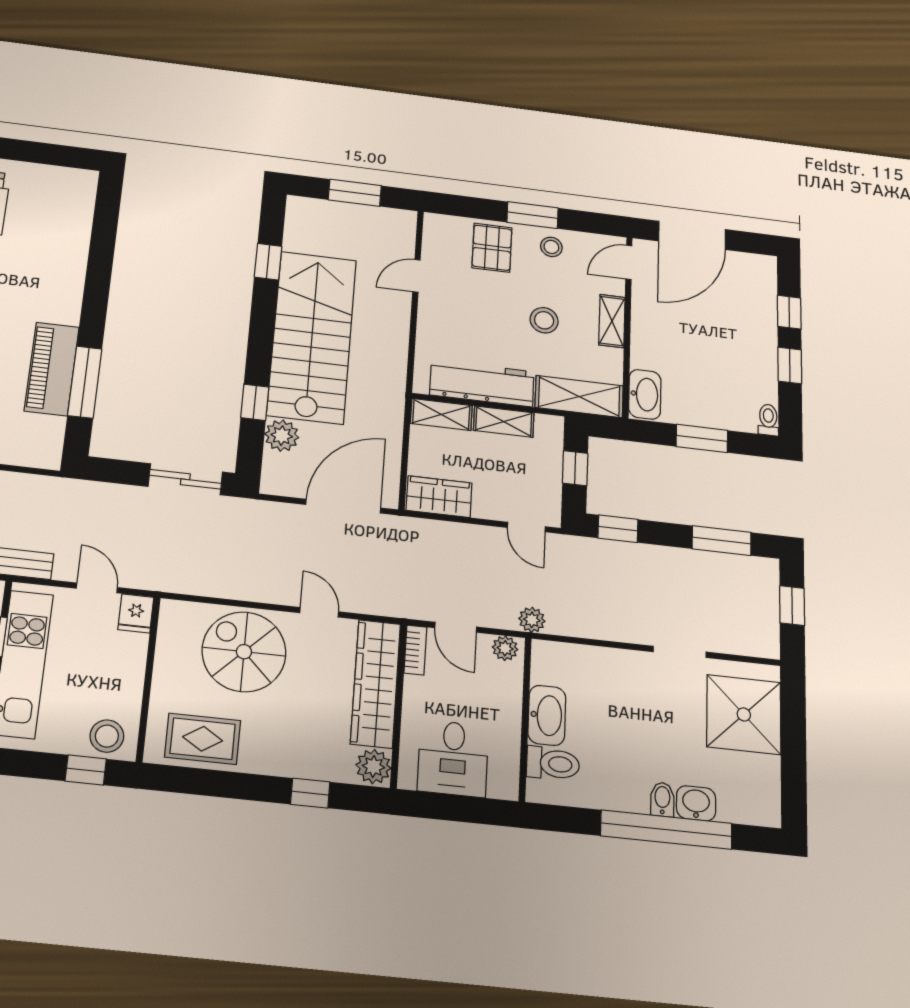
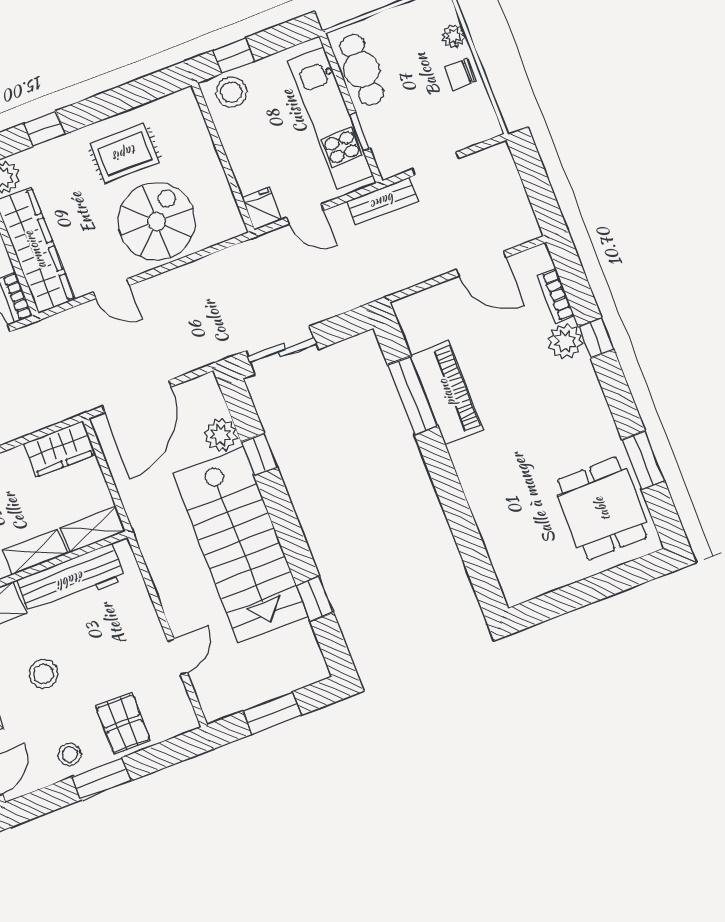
spiral stairs: (244, 652) -> (157, 222), turned -90
rug: (203, 739) -> (125, 153), moved

